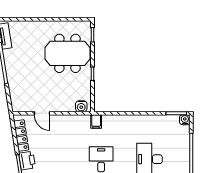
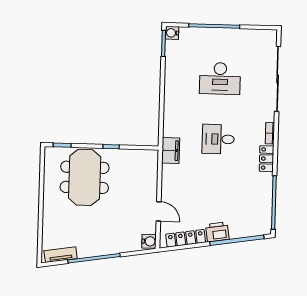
water cooler: (81, 106) -> (149, 241), moved
door: (42, 113) -> (159, 211), hinge flipped
filing cabinet: (96, 122) -> (171, 150), width x2.00

